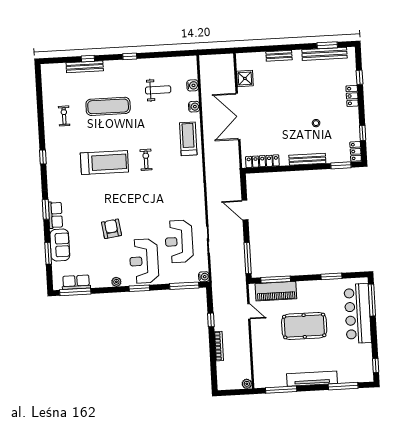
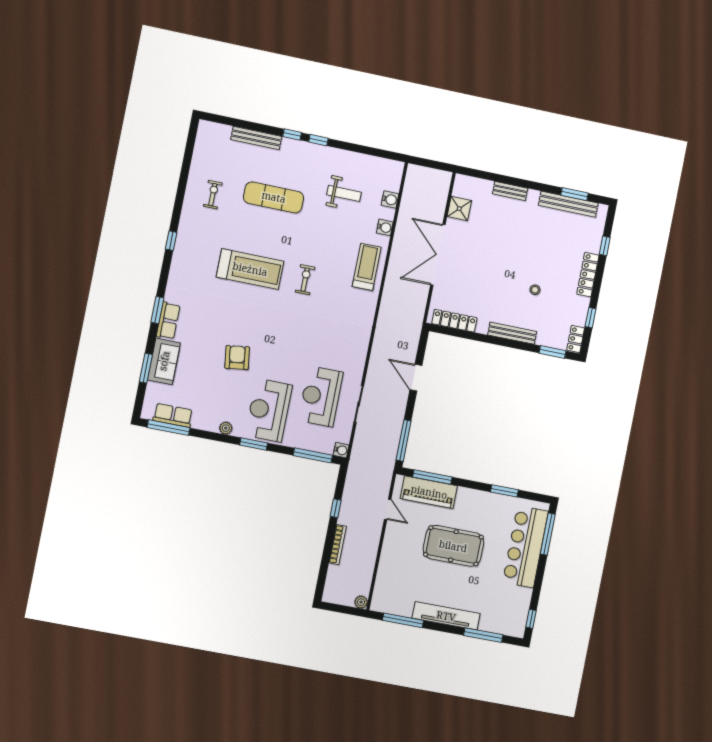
window: (88, 59) -> (292, 135), moved
locker: (352, 96) -> (588, 275), width x1.53

